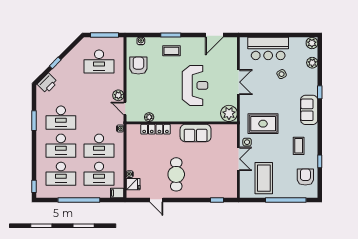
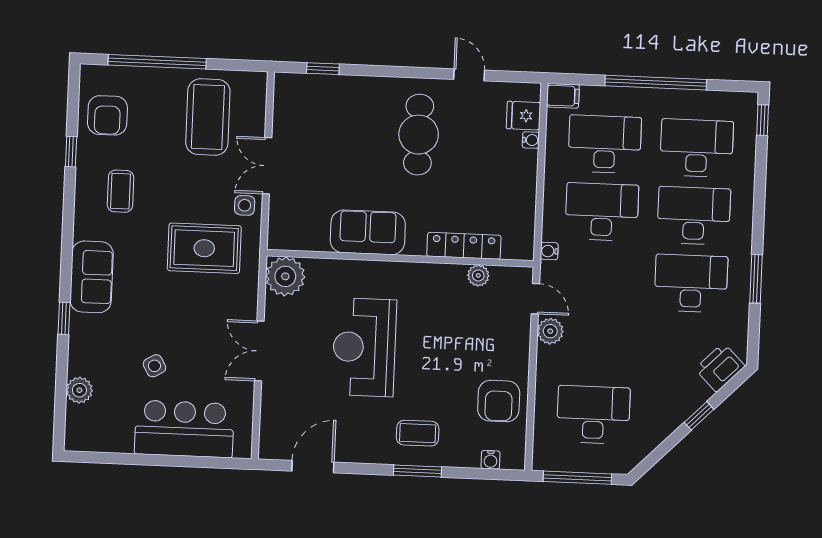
plant: (312, 43) -> (78, 438), removed

